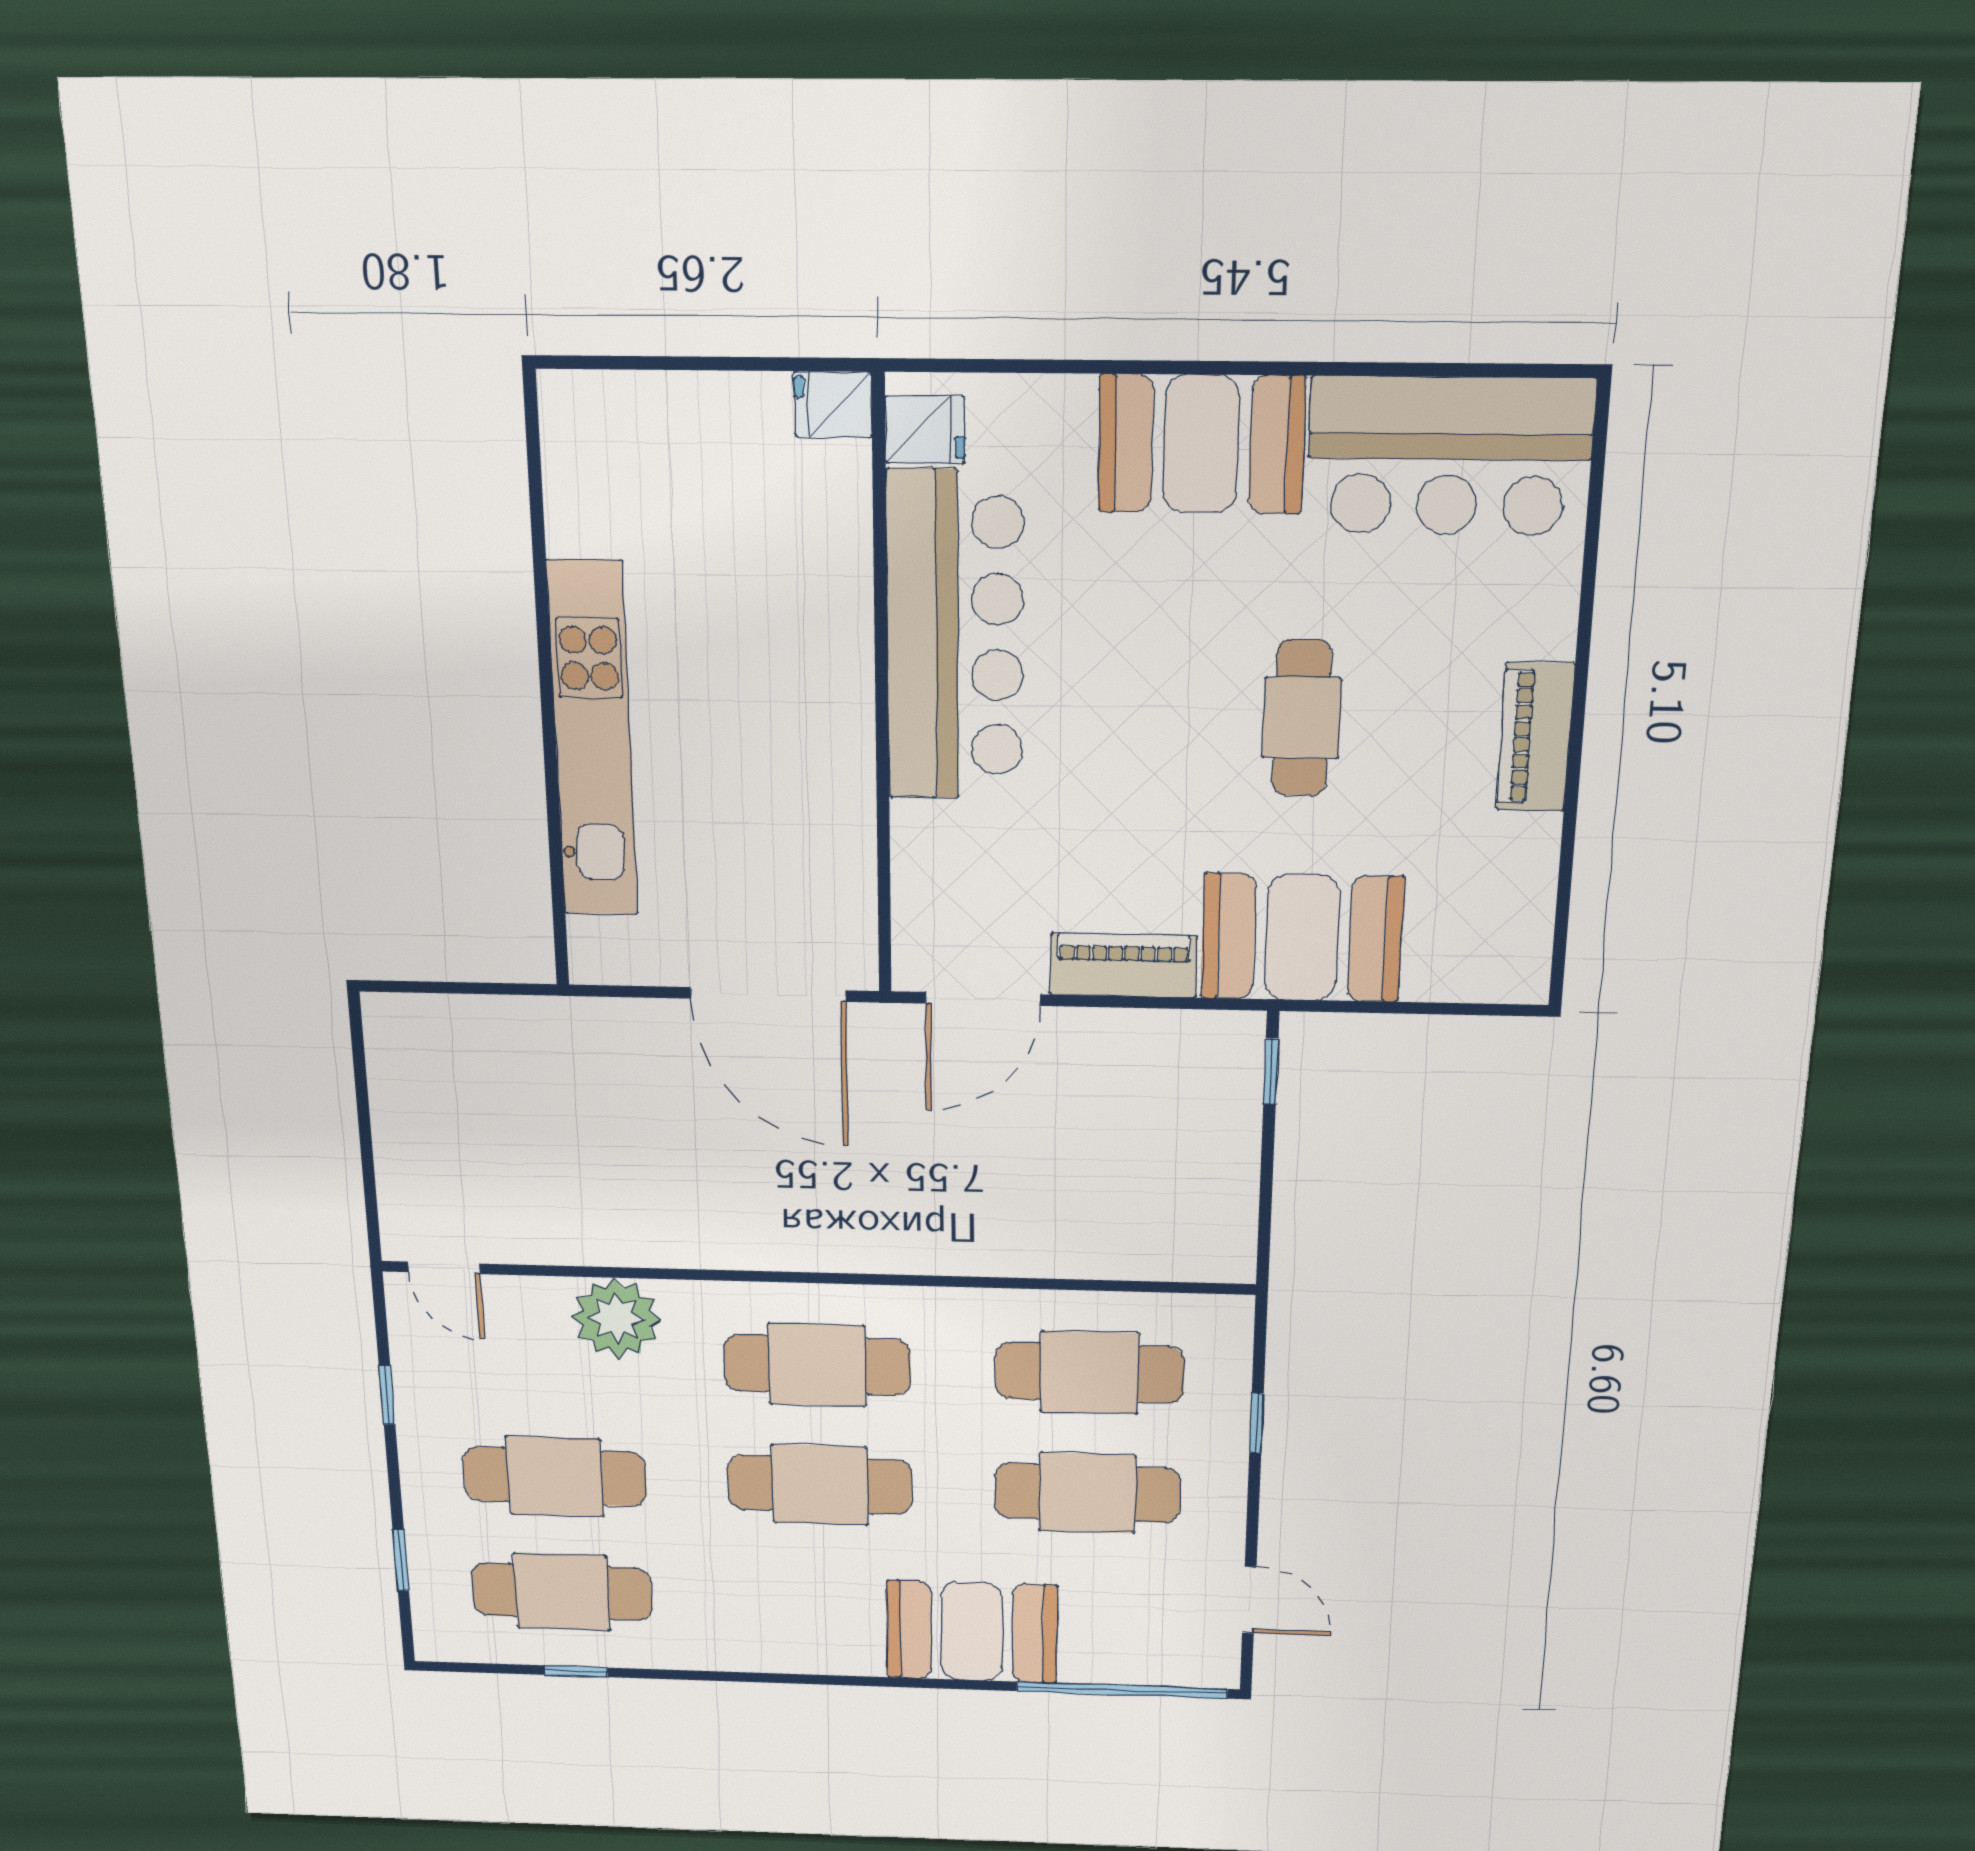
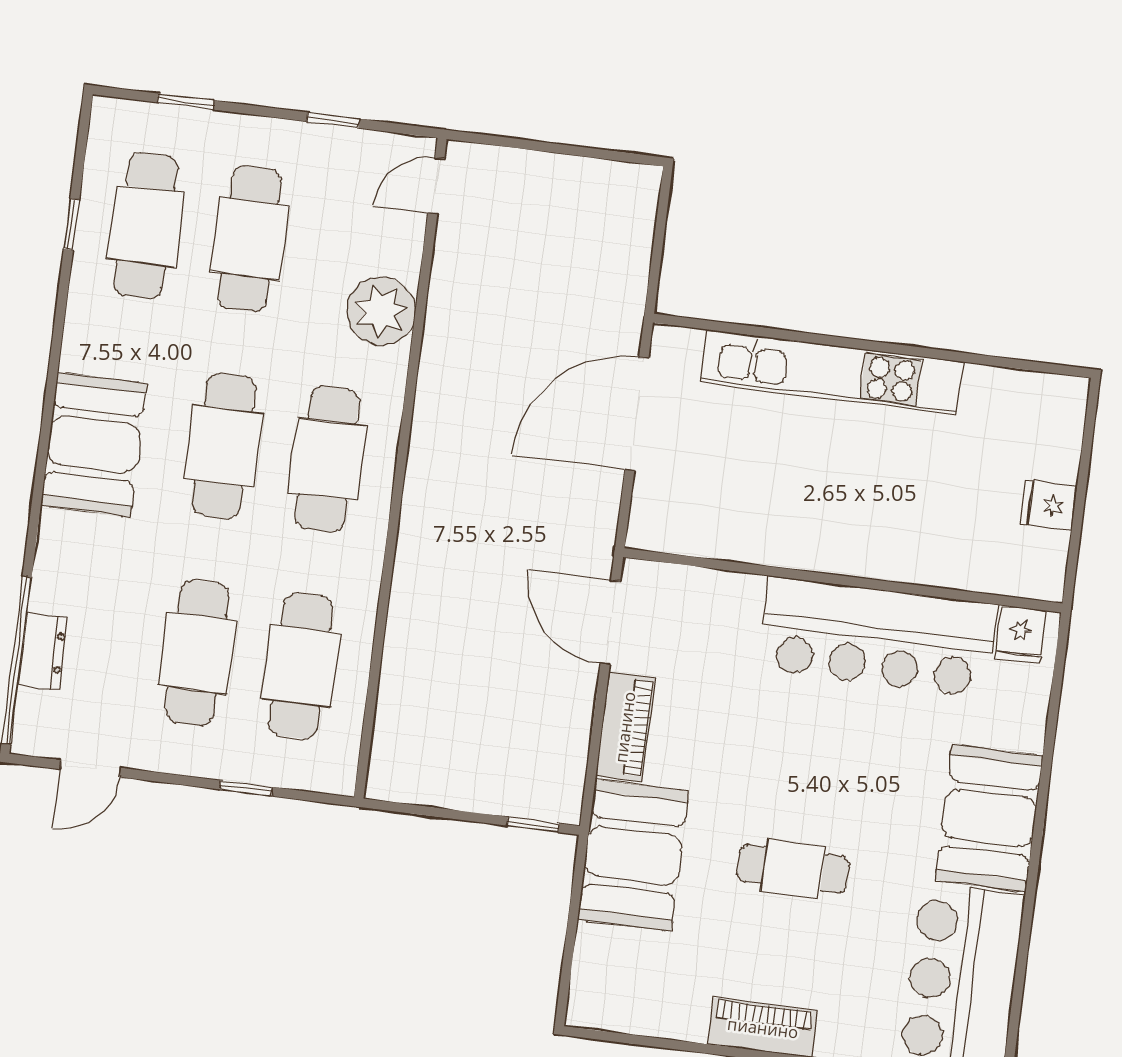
fridge: (833, 404) -> (1049, 506), moved, turned -90
door: (768, 994) -> (637, 414), moved
booth: (972, 1632) -> (94, 444), moved
dresser: (1107, 1663) -> (43, 651), added

